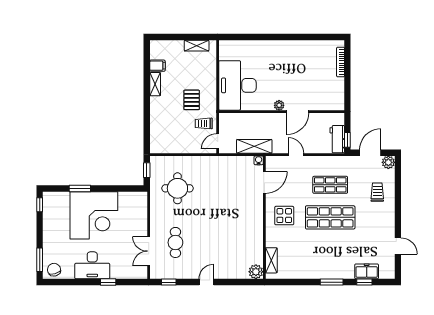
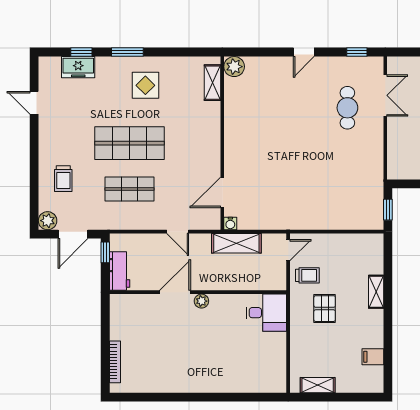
shelving: (155, 84) -> (376, 292), moved
desk: (237, 85) -> (266, 313), width x0.53, depth x0.77
workbench: (337, 139) -> (120, 271), moved
round table: (177, 188) -> (345, 184), removed
display table: (284, 216) -> (145, 85), moved

